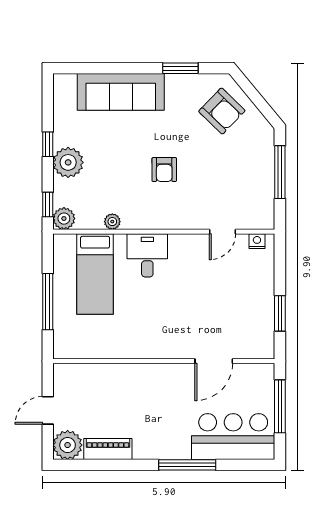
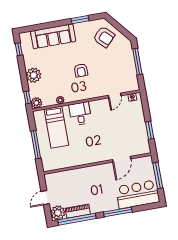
window: (48, 144) -> (19, 49), moved
window: (103, 465) -> (77, 219), added

